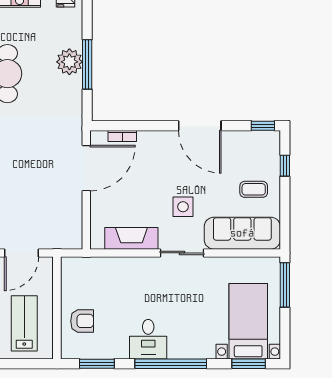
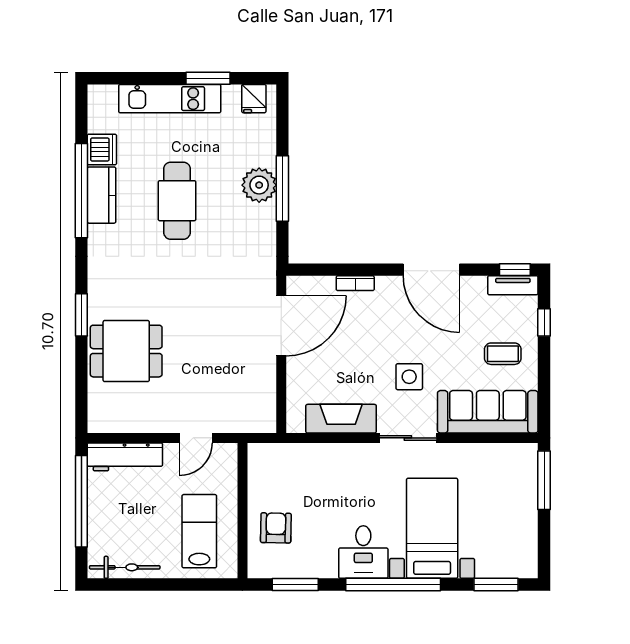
bookcase: (122, 136) -> (355, 283), moved
tv unit: (261, 138) -> (513, 285), added
door: (22, 253) -> (196, 438), width x0.73
armchair: (82, 321) -> (276, 528), turned -89
bed with nightstands: (248, 321) -> (432, 528), moved

